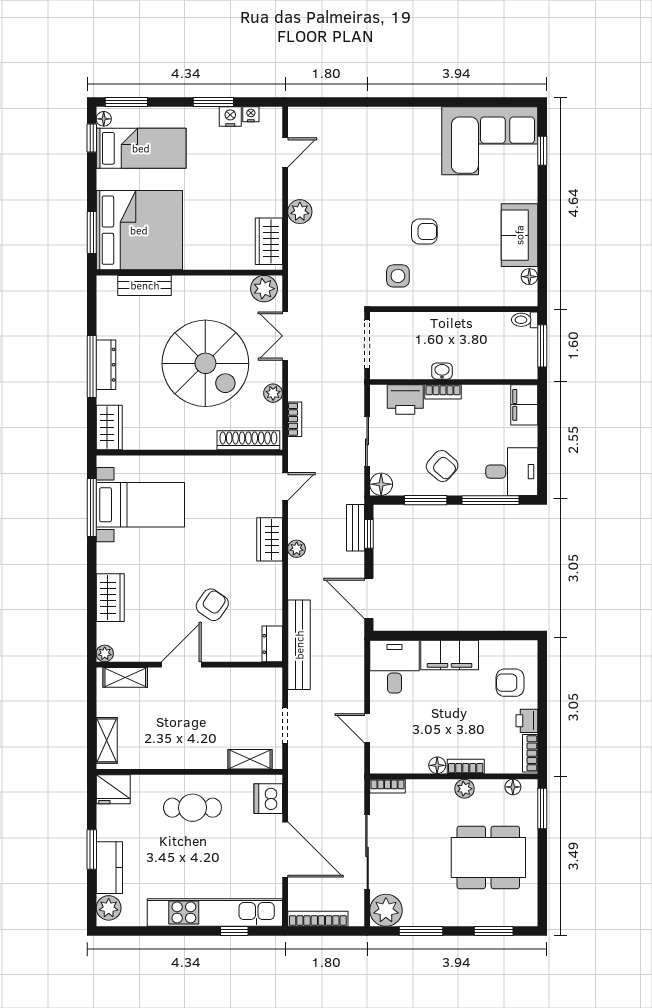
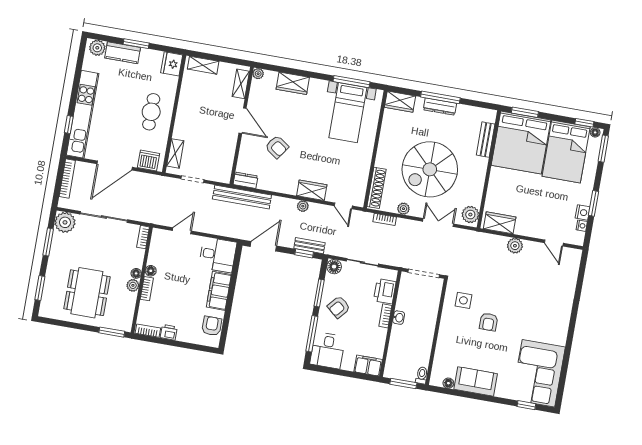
bed: (141, 148) -> (566, 152), width x1.50
armchair: (510, 683) -> (212, 326), moved
floor lamp: (513, 787) -> (136, 273), moved

